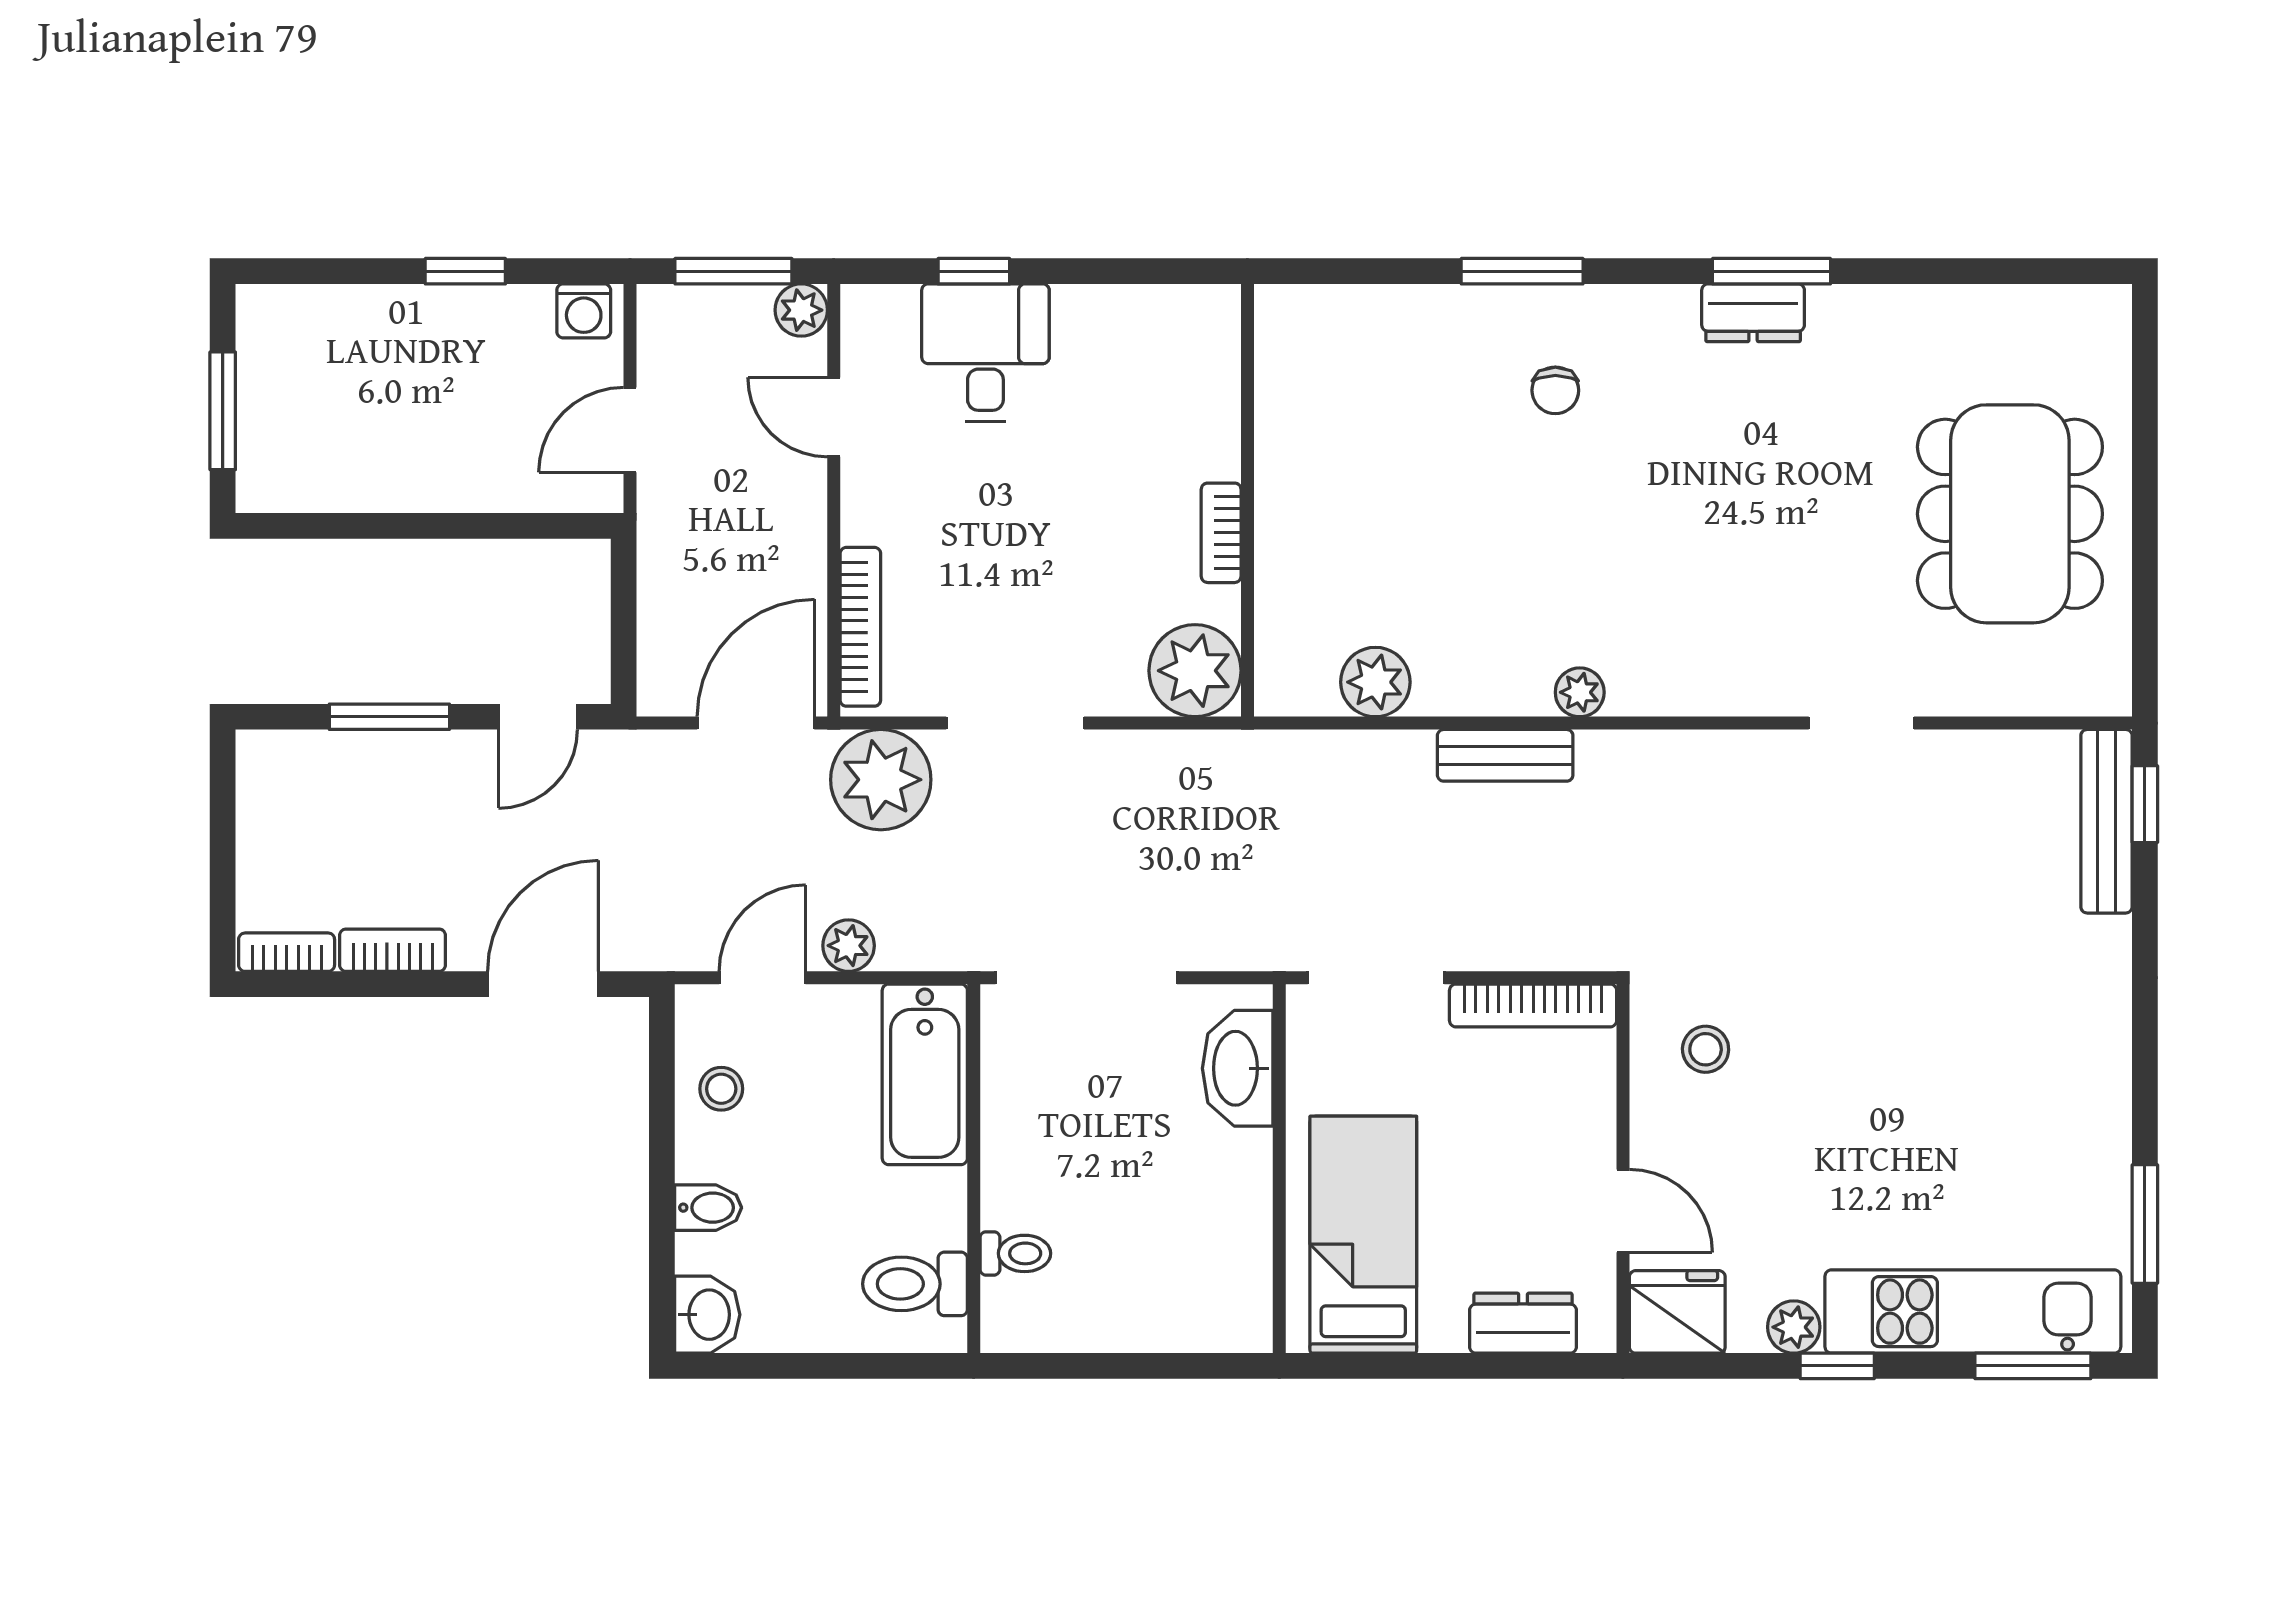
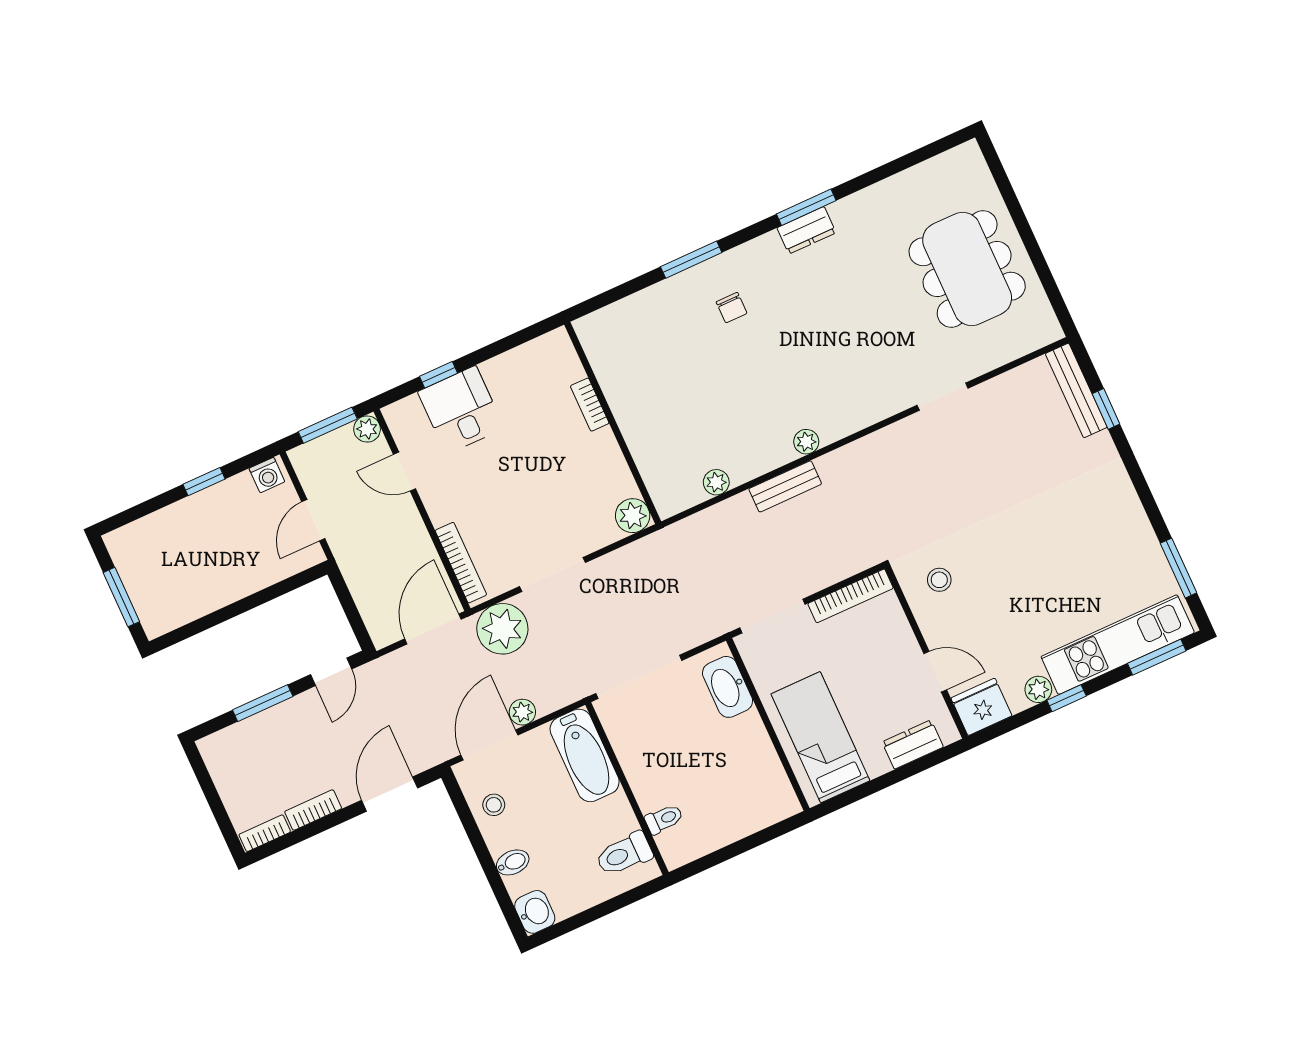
bookcase: (1221, 533) -> (590, 405), moved
plant: (1195, 671) -> (633, 516), width x0.73, depth x0.73
plant: (1375, 682) -> (716, 482), width x0.73, depth x0.73
window: (2145, 804) -> (1106, 409), moved
door: (762, 978) -> (489, 745), width x1.38

